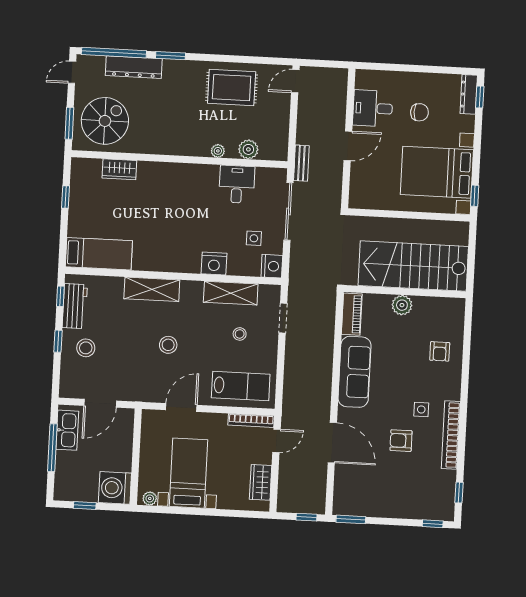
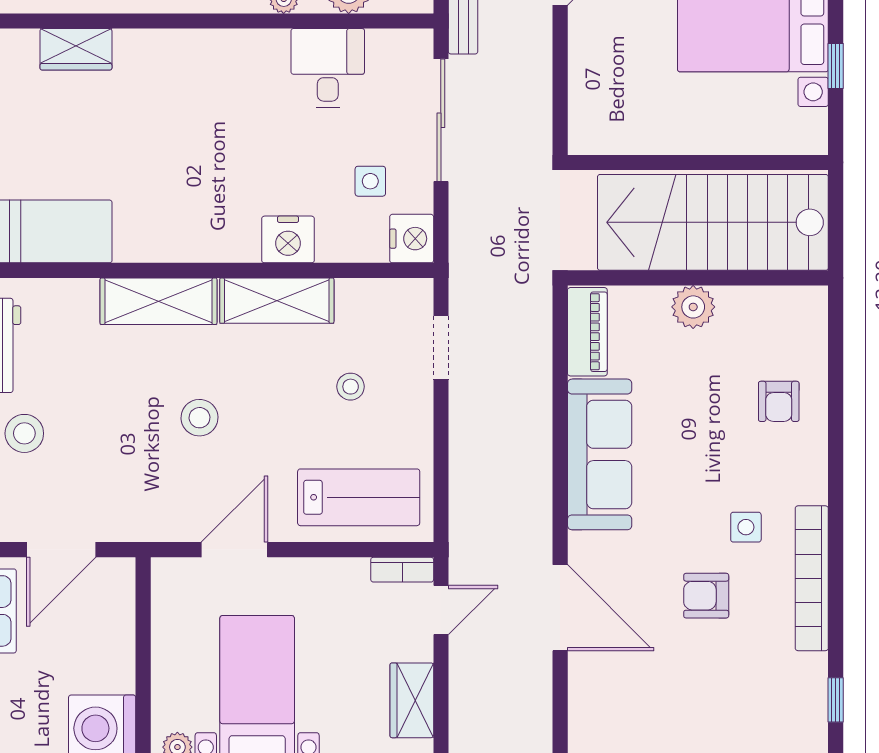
wall: (409, 215) -> (698, 162), moved
shelving: (231, 293) -> (277, 301), moved
bookcase: (251, 420) -> (402, 570), width x0.64

